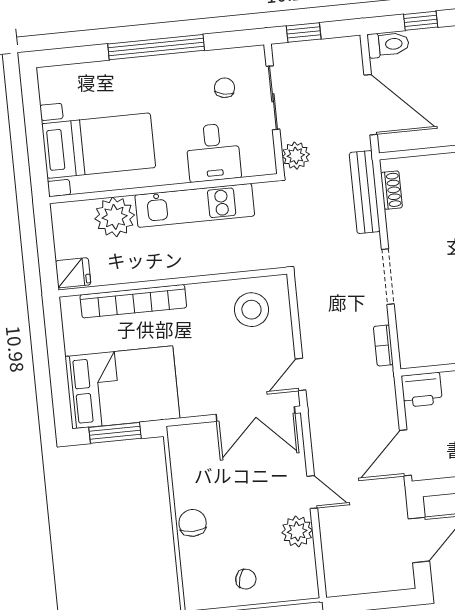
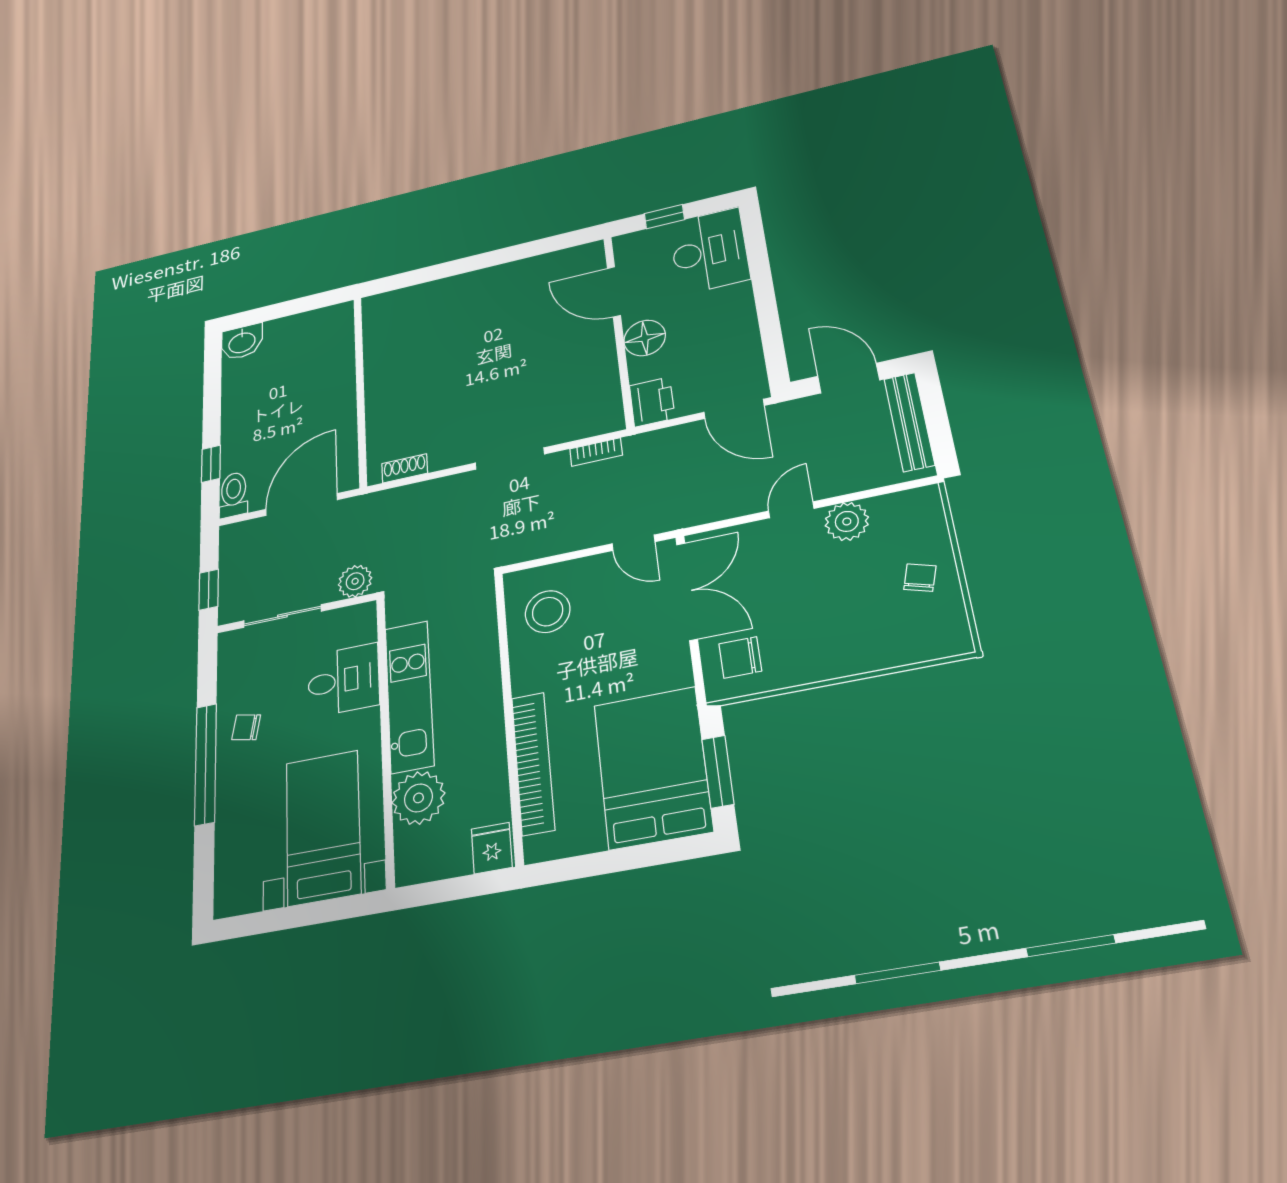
chair: (225, 88) -> (246, 727), moved
bench: (365, 192) -> (909, 422), moved, turned 90
chair: (193, 523) -> (740, 657), moved

